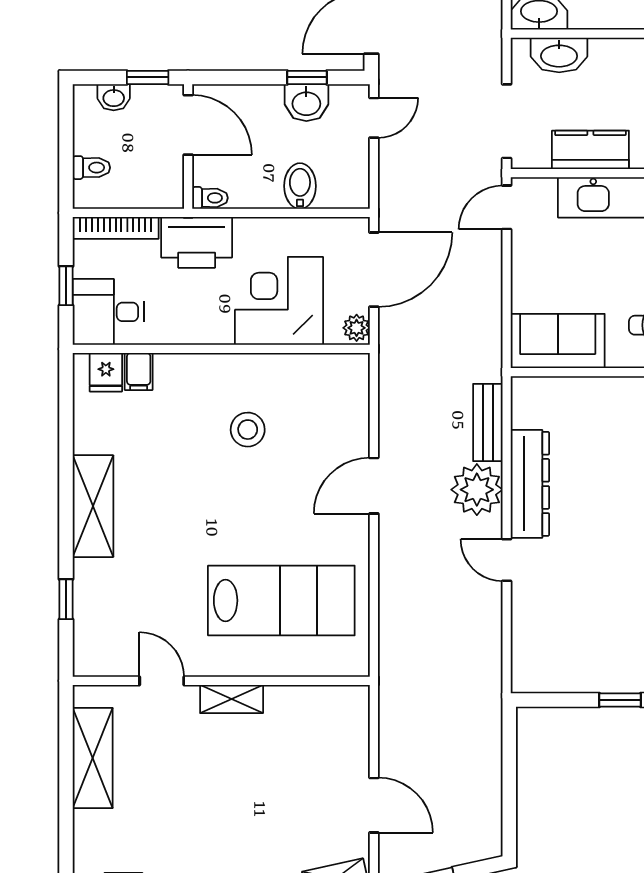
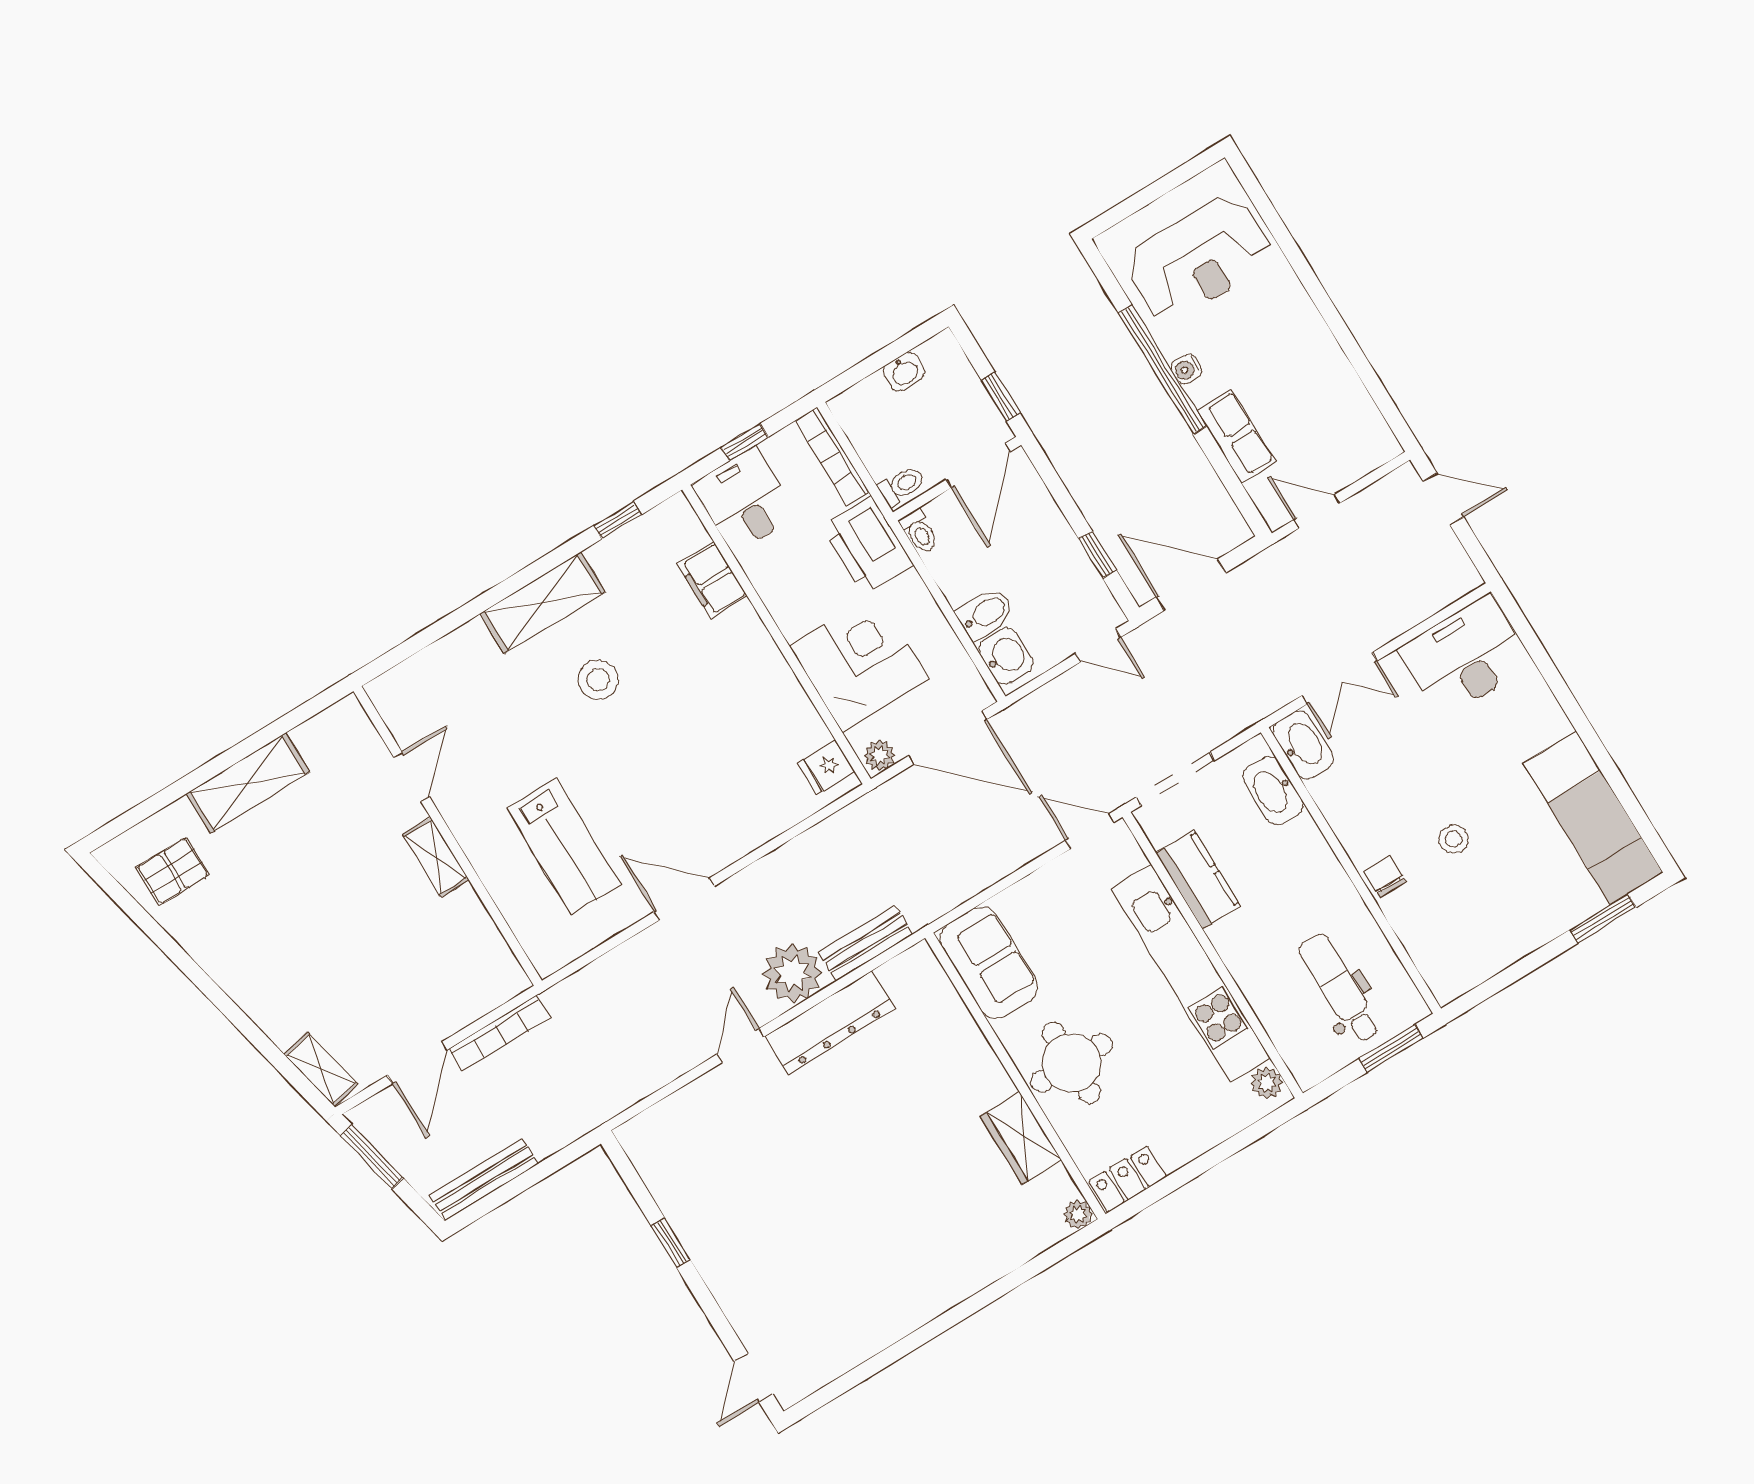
washbasin: (114, 97) -> (904, 372), moved, turned -90
washbasin: (306, 103) -> (1006, 656), moved, turned 180
toilet: (91, 168) -> (902, 485), moved, turned -90
filing cabinet: (139, 371) -> (712, 580), width x2.00
fridge: (106, 372) -> (826, 767), moved
stool: (248, 430) -> (598, 680), moved
door: (374, 486) -> (684, 899), moved
window: (66, 599) -> (618, 520), moved
lab bench: (281, 600) -> (564, 847), width x0.73, depth x0.72
bookcase: (389, 731) -> (500, 1033), added
shelving: (93, 758) -> (248, 783), moved
bench: (490, 809) -> (484, 1179), added

